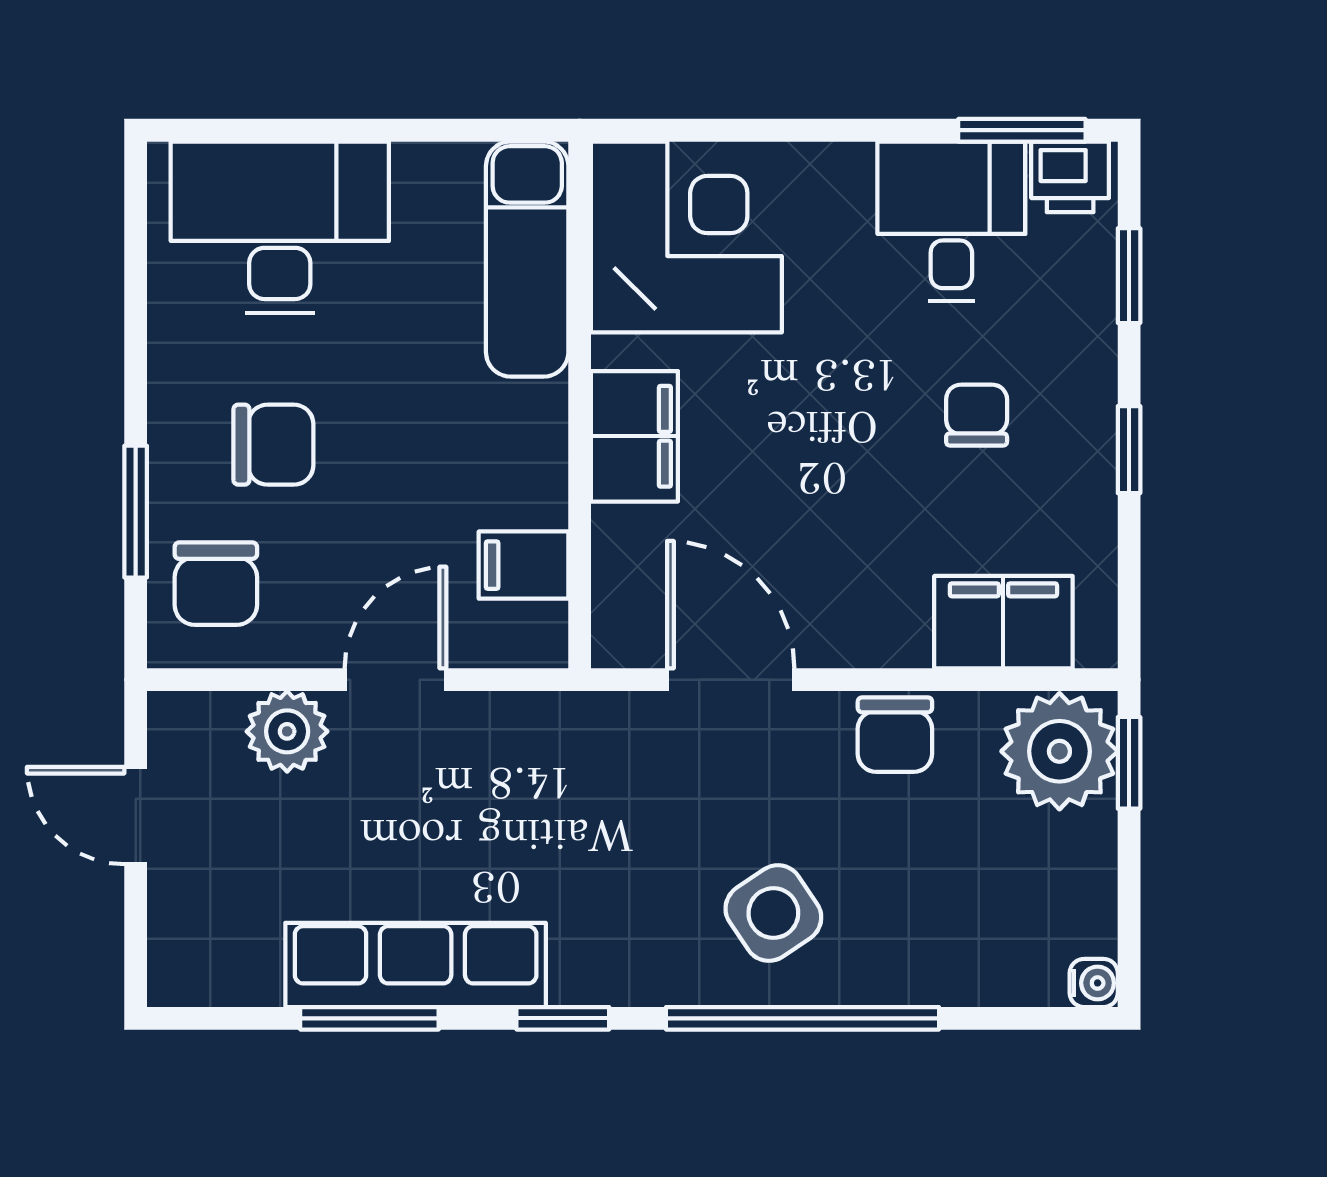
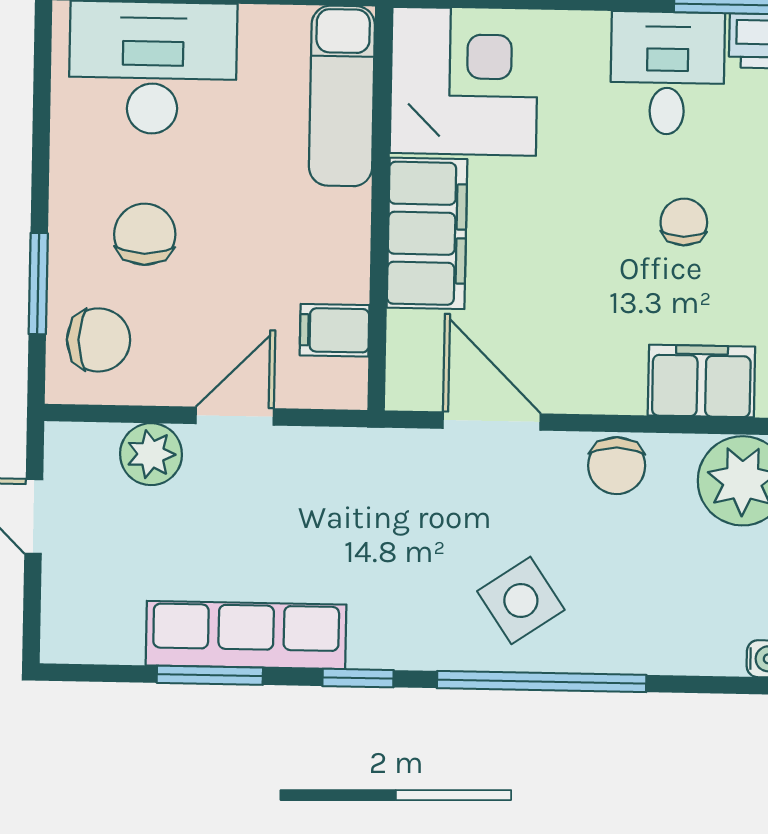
filing cabinet: (634, 436) -> (427, 233), width x1.50, depth x1.17
chair: (273, 445) -> (145, 234), turned -90
chair: (216, 584) -> (99, 340), turned -90

